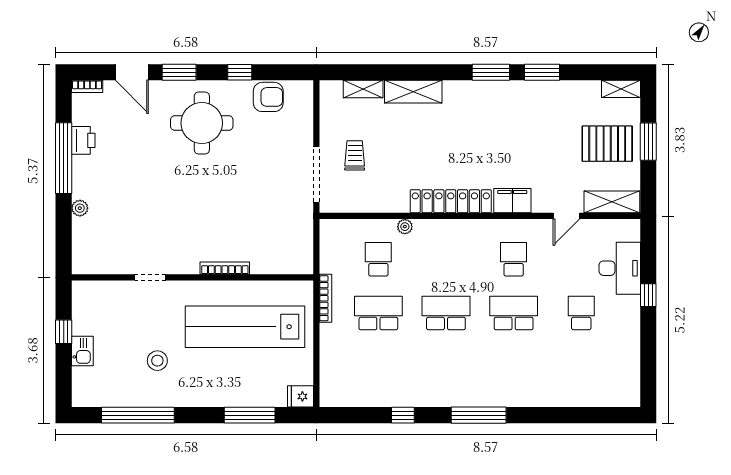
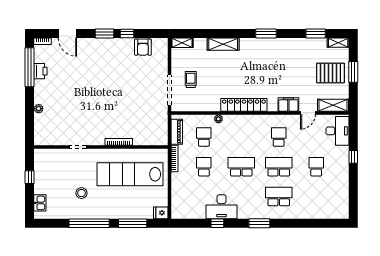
window: (179, 72) -> (105, 33), moved
window: (542, 72) -> (316, 33), moved
shelving: (363, 89) -> (182, 43), moved
armchair: (268, 97) -> (143, 47), turned 90
round table: (202, 123) -> (106, 62), removed
window: (64, 158) -> (30, 67), moved
filing cabinet: (512, 201) -> (288, 104), moved
piano: (329, 250) -> (177, 132), added
desk: (620, 268) -> (337, 131), moved
school desk: (378, 313) -> (204, 167), width x0.54
kitchen sink: (82, 351) -> (40, 203), moved
school desk: (514, 367) -> (279, 197), added
desk: (410, 385) -> (222, 207), added
window: (138, 415) -> (89, 223), moved
window: (479, 415) -> (259, 223), width x0.69

